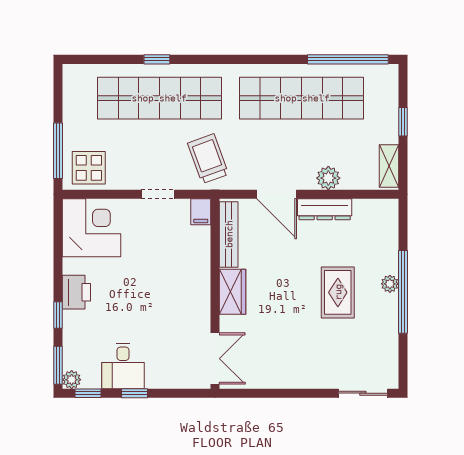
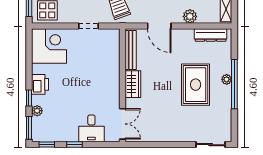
dresser: (325, 209) -> (211, 35), moved
filing cabinet: (201, 212) -> (114, 37), removed
rug: (338, 292) -> (196, 85), width x1.36, depth x1.43
desk: (123, 366) -> (91, 128), moved
plant: (72, 380) -> (37, 111), moved

